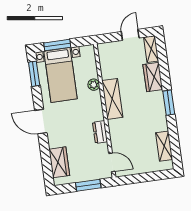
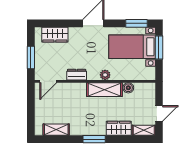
door: (130, 35) -> (159, 113), hinge flipped
boiler: (107, 73) -> (128, 88), added
plant: (94, 85) -> (105, 75), moved

